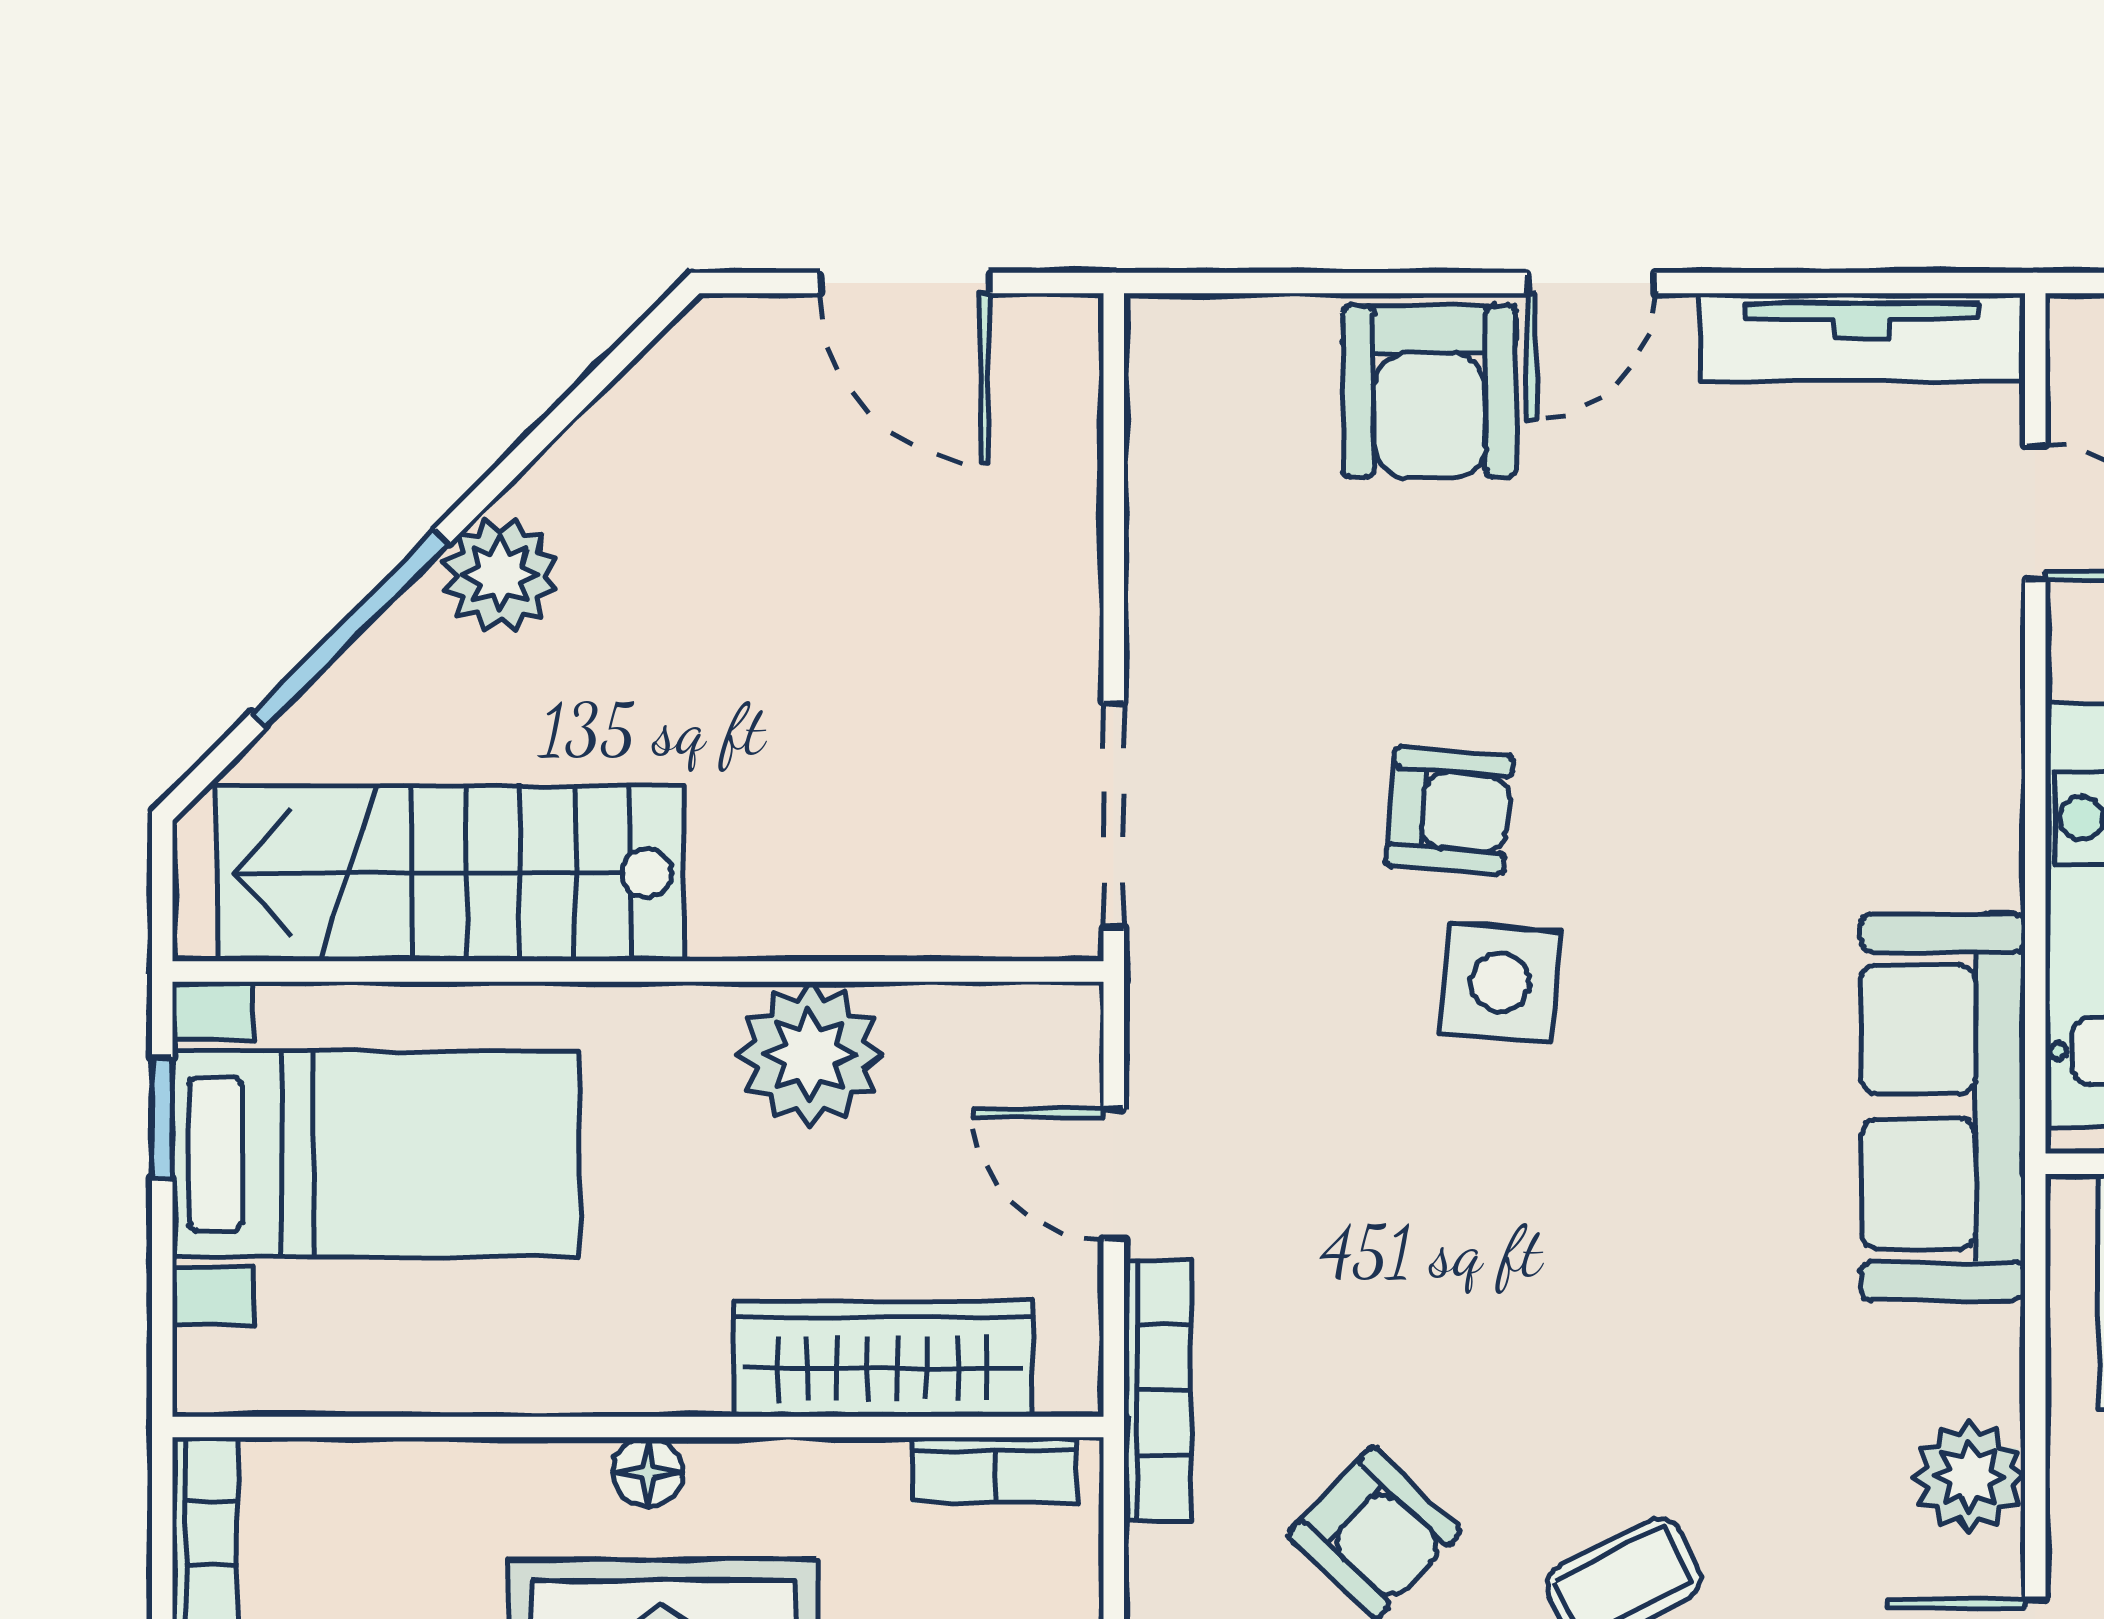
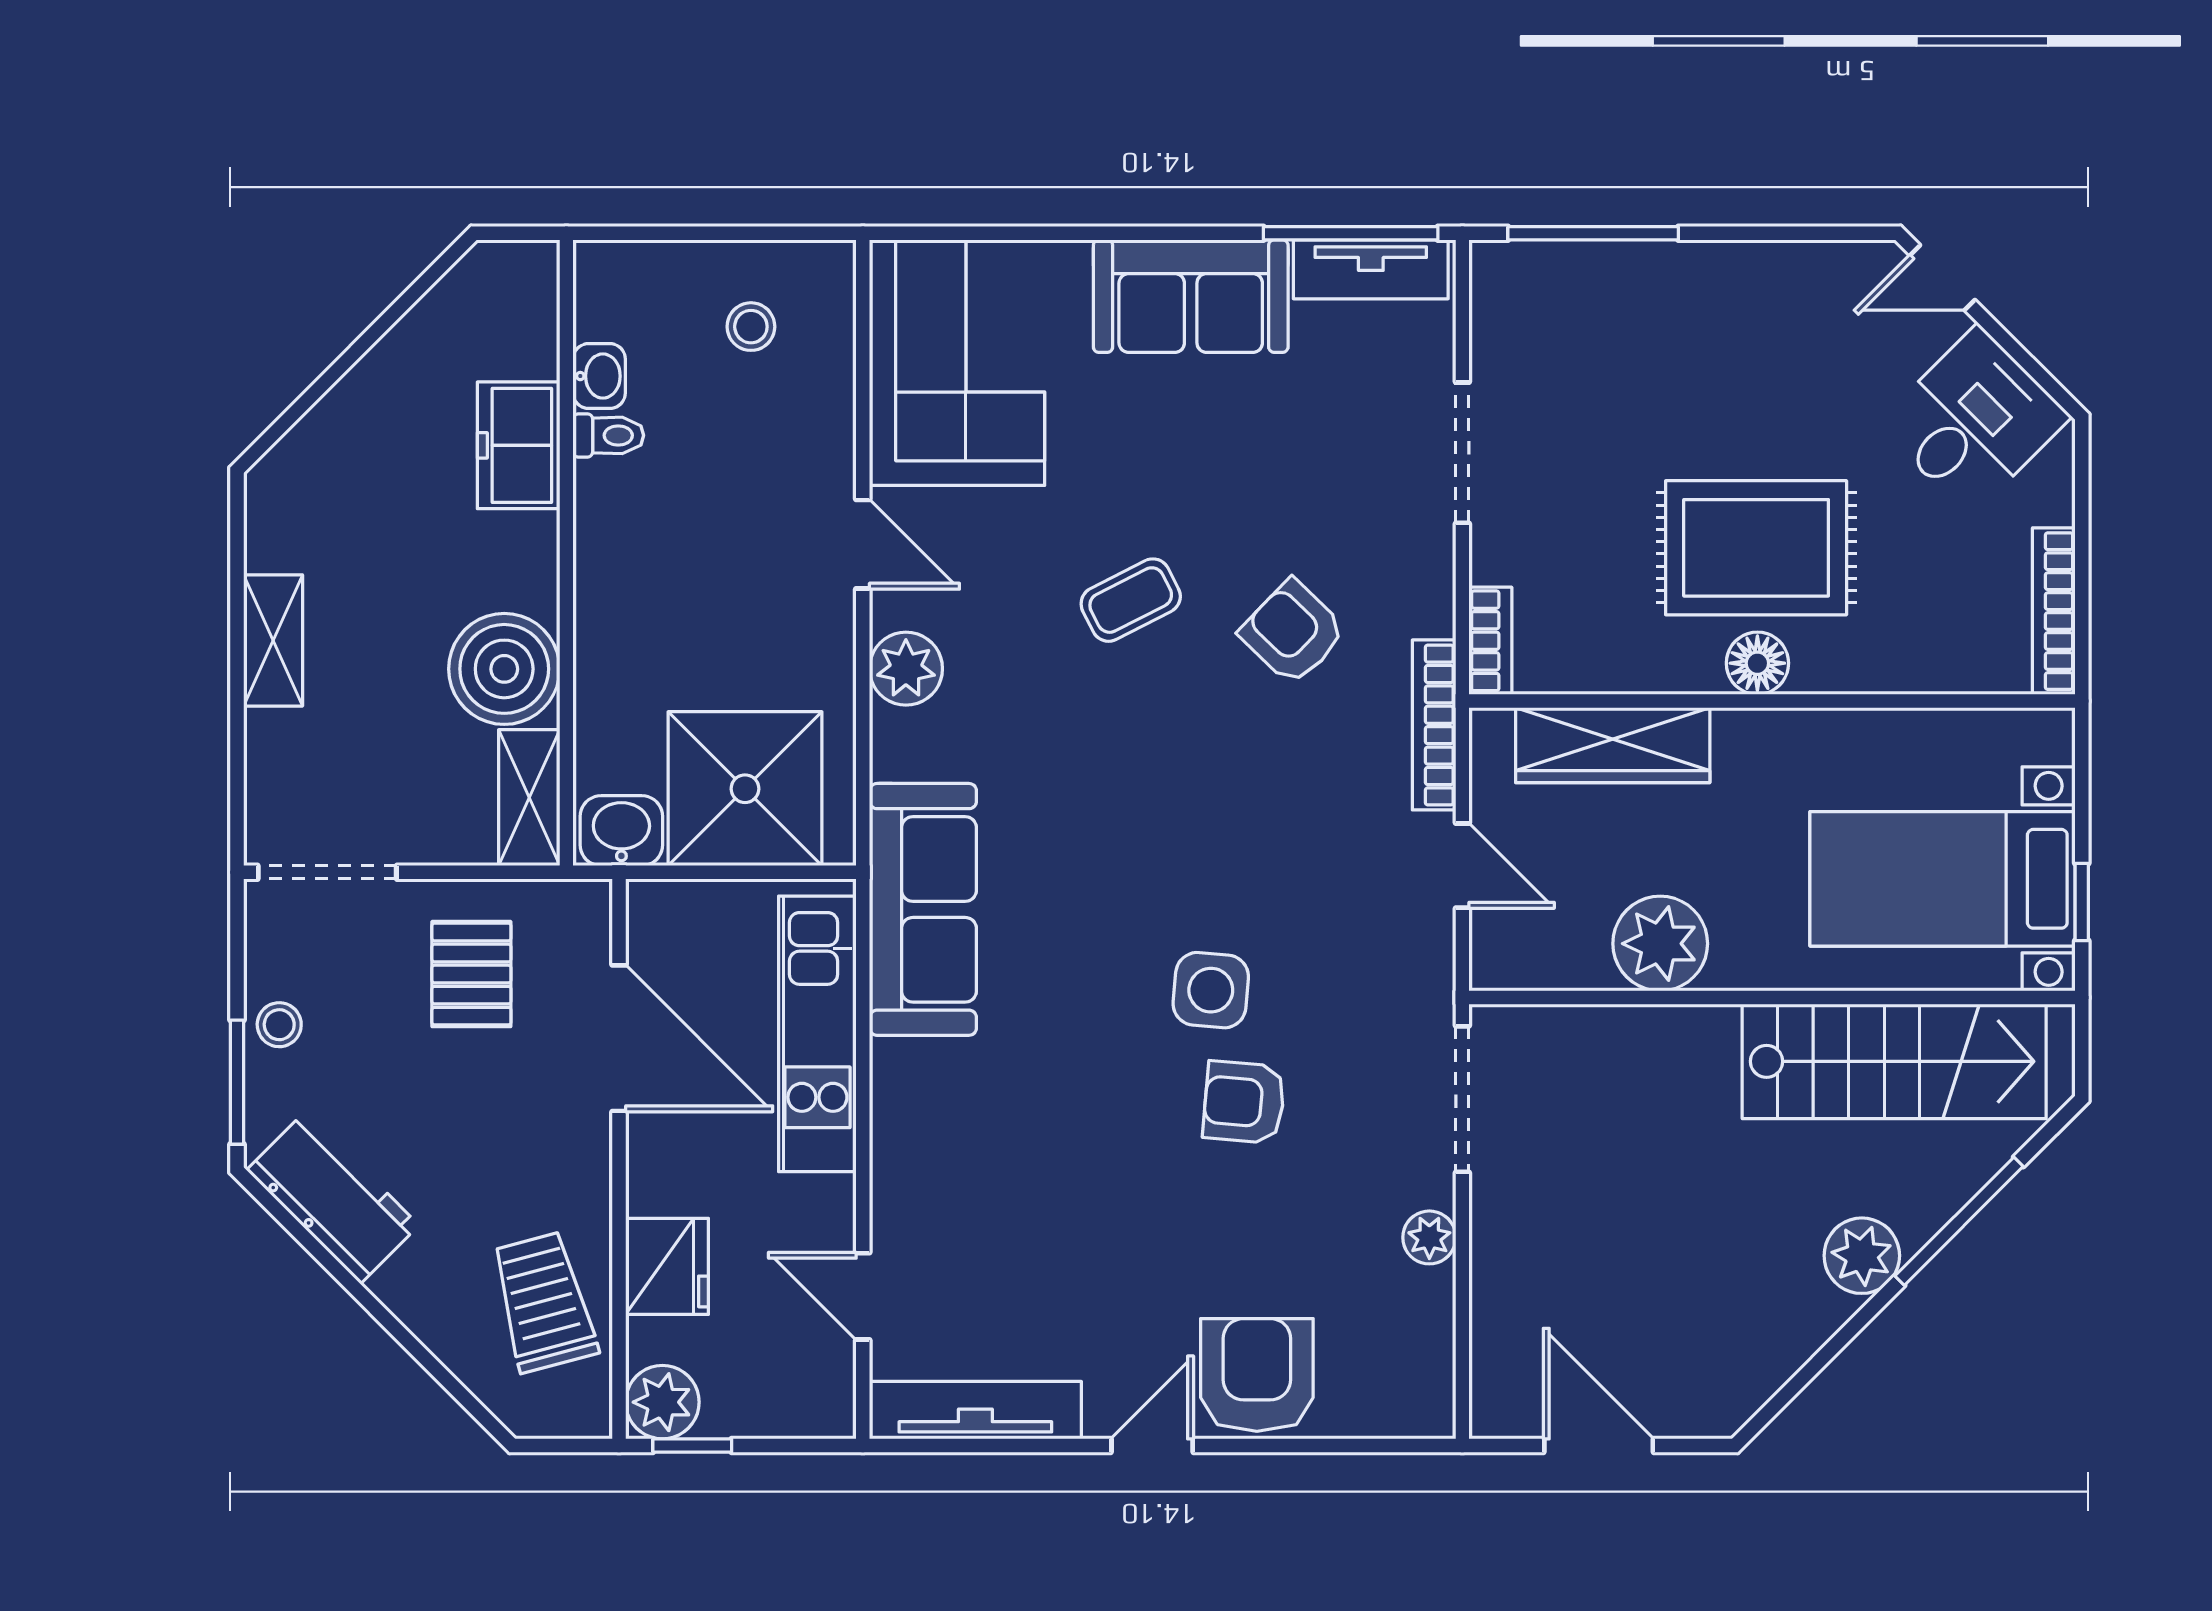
plant: (1165, 603) -> (1429, 1237), added
bookcase: (994, 1470) -> (1490, 641), moved, turned 90
floor lamp: (648, 1472) -> (1757, 663), width x1.37, depth x1.37

